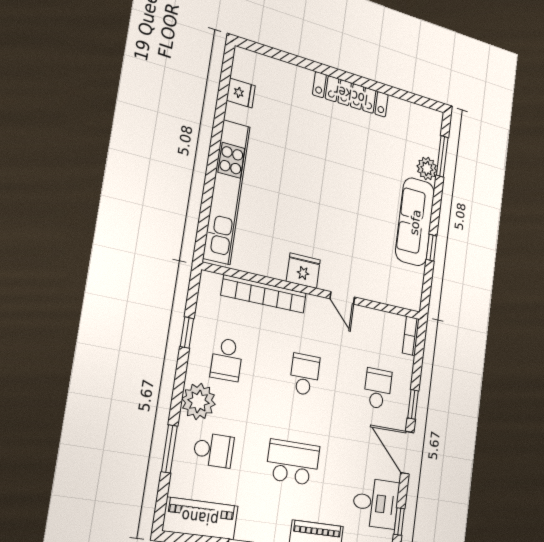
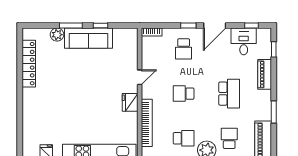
locker: (351, 95) -> (29, 64), moved
window: (442, 156) -> (71, 26), moved
school desk: (378, 389) -> (184, 49), turned -90
school desk: (293, 462) -> (229, 94), turned 180

